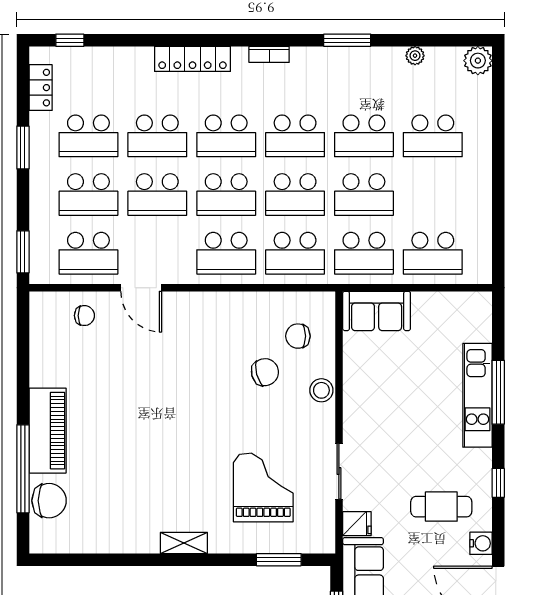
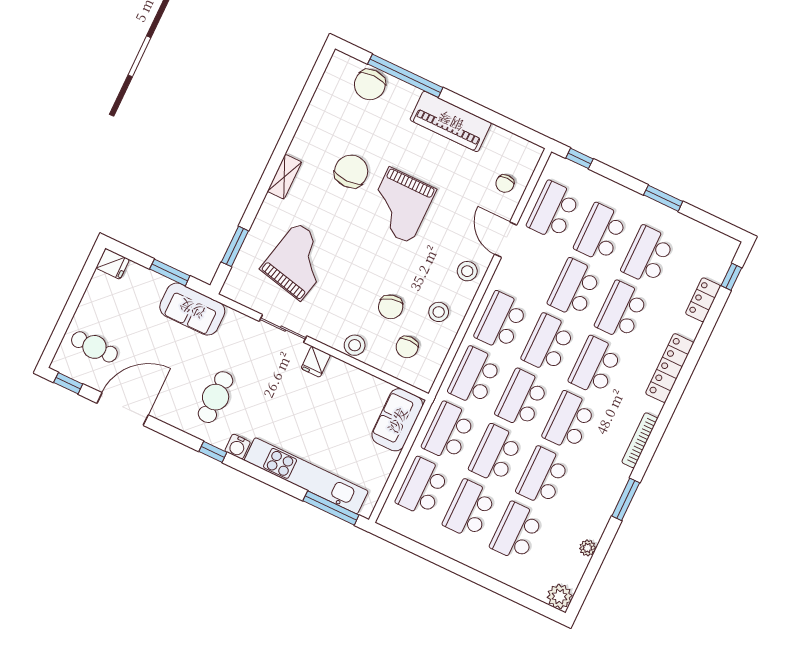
bookcase: (269, 54) -> (640, 440), width x1.56
locker: (41, 88) -> (703, 300), moved, turned 90
school desk: (433, 195) -> (469, 509), added
window: (23, 252) -> (579, 158), width x0.67
door: (141, 288) -> (506, 240), hinge flipped
stool: (192, 311) -> (467, 271), added
stool: (247, 321) -> (439, 312), added
chair: (298, 336) -> (407, 347), turned 180
window: (498, 392) -> (331, 508), moved
kitchen unit: (477, 395) -> (306, 476), width x1.36
grand piano: (157, 412) -> (400, 205), added
piano: (48, 431) -> (451, 121), moved
chair: (146, 478) -> (351, 171), added
grand piano: (263, 488) -> (299, 262), turned -77
fridge: (357, 524) -> (316, 362), moved
water cooler: (481, 543) -> (238, 447), moved

